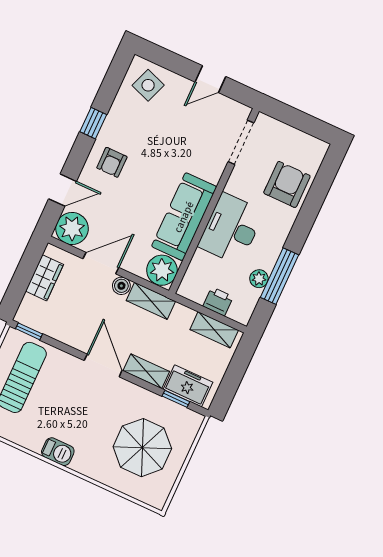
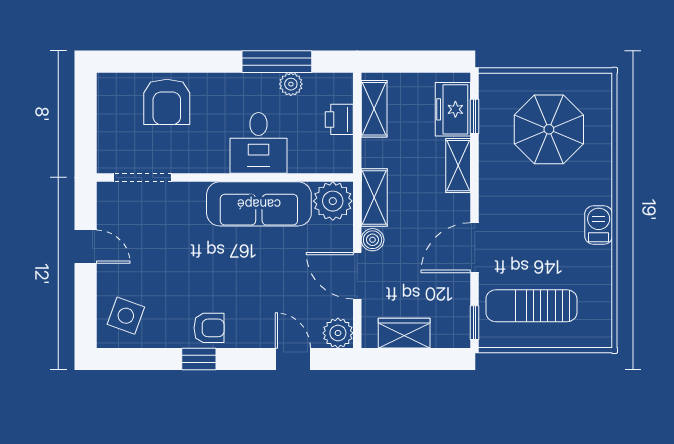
armchair: (112, 162) -> (209, 328), moved
armchair: (287, 184) -> (167, 102), turned -90
plant: (72, 229) -> (338, 333), width x0.73, depth x0.73
desk: (231, 229) -> (258, 143), width x0.73
door: (103, 365) -> (475, 248), moved

